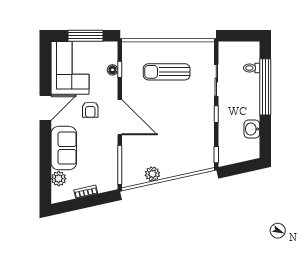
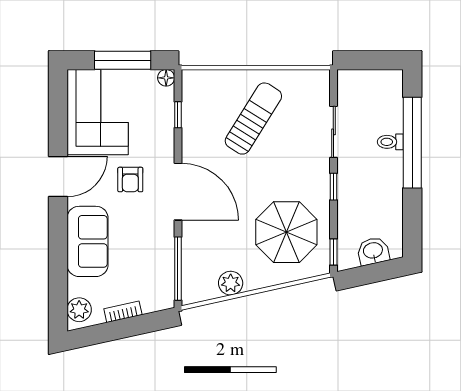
toilet: (252, 68) -> (390, 142), moved
floor lamp: (113, 70) -> (166, 78), moved
sun lounger: (167, 72) -> (253, 119), turned 122
washbasin: (252, 129) -> (373, 251), moved, turned 78
parasol: (187, 142) -> (286, 232), added
plant: (59, 179) -> (79, 310), moved

